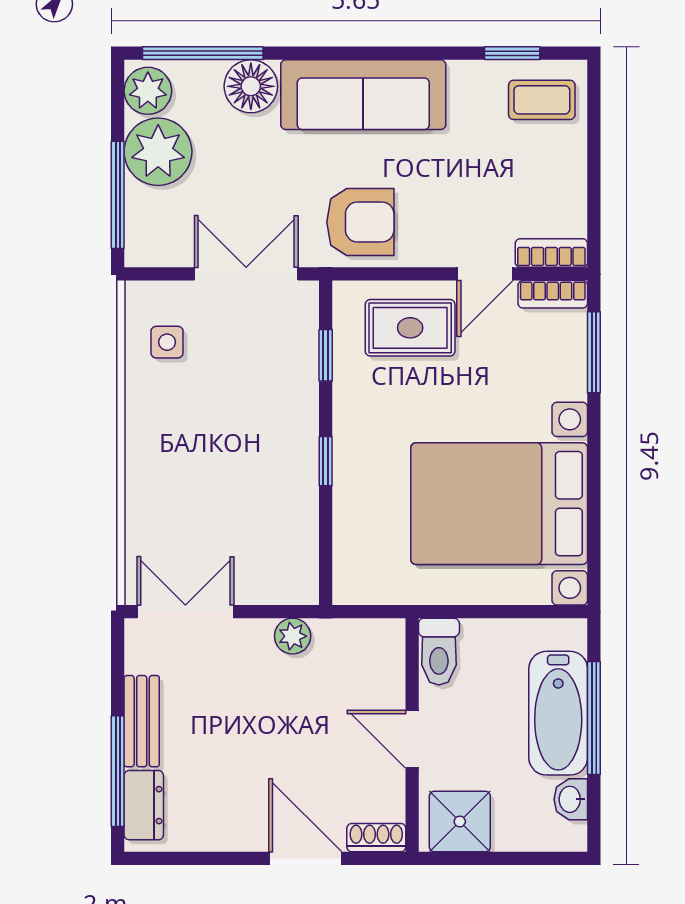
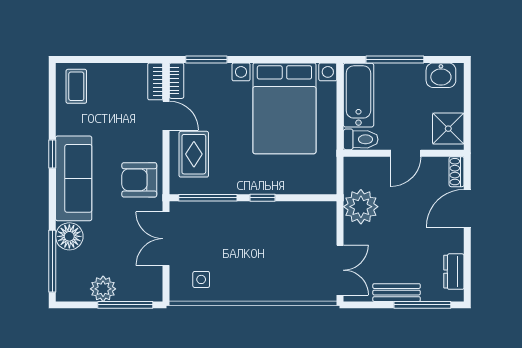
window: (512, 53) -> (52, 154), moved
plant: (148, 91) -> (72, 289), removed
plant: (158, 152) -> (103, 289), width x0.73, depth x0.73
armchair: (360, 222) -> (139, 180), turned -90
window: (326, 355) -> (208, 198), width x2.17
double door: (185, 612) -> (340, 270), swing flipped
plant: (293, 636) -> (361, 207), width x1.87, depth x1.87
bathtub: (558, 713) -> (358, 95), moved, turned -90
washbasin: (571, 799) -> (441, 75), width x1.38, depth x1.45
dresser: (144, 805) -> (454, 272), moved, turned -90

